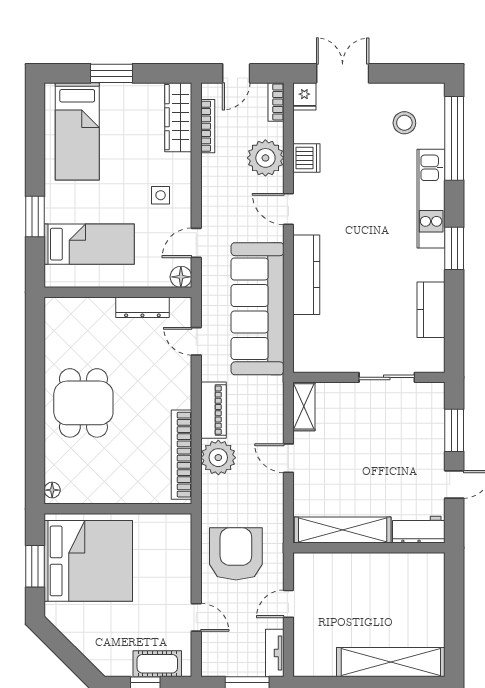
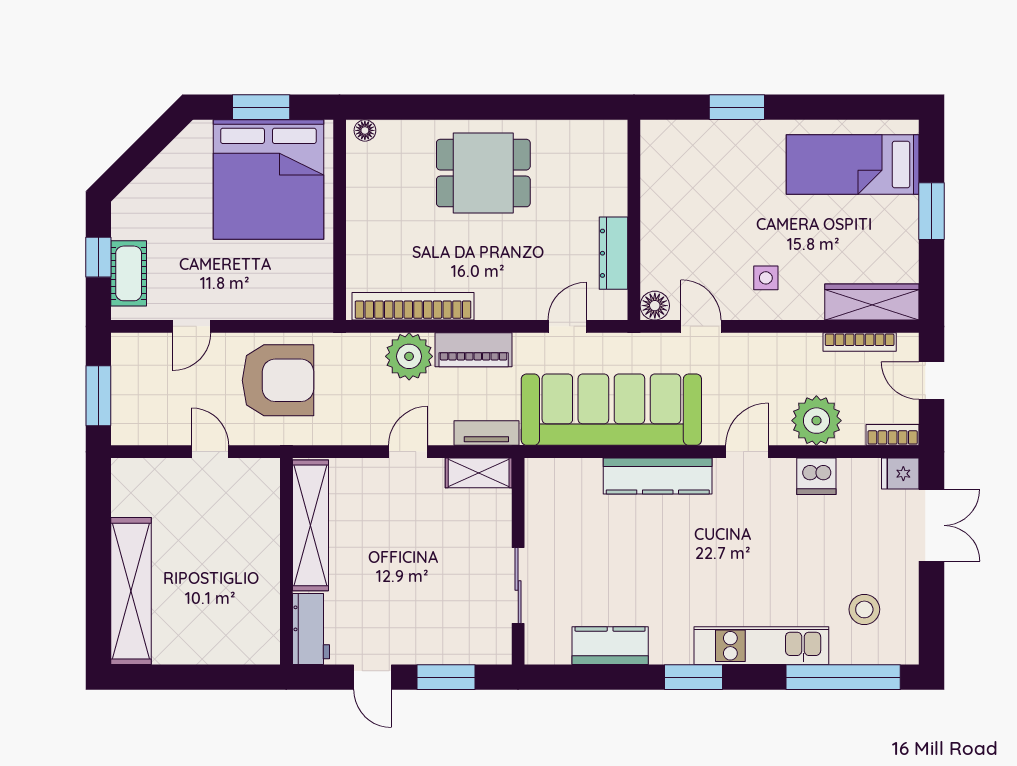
bed: (89, 244) -> (699, 181), removed
tv unit: (275, 653) -> (486, 433), moved

